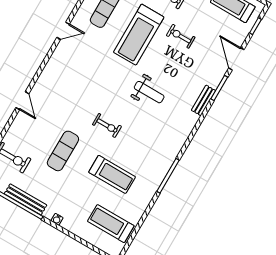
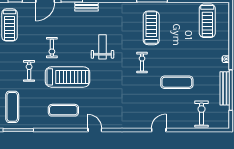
treadmill: (112, 174) -> (151, 28), moved

